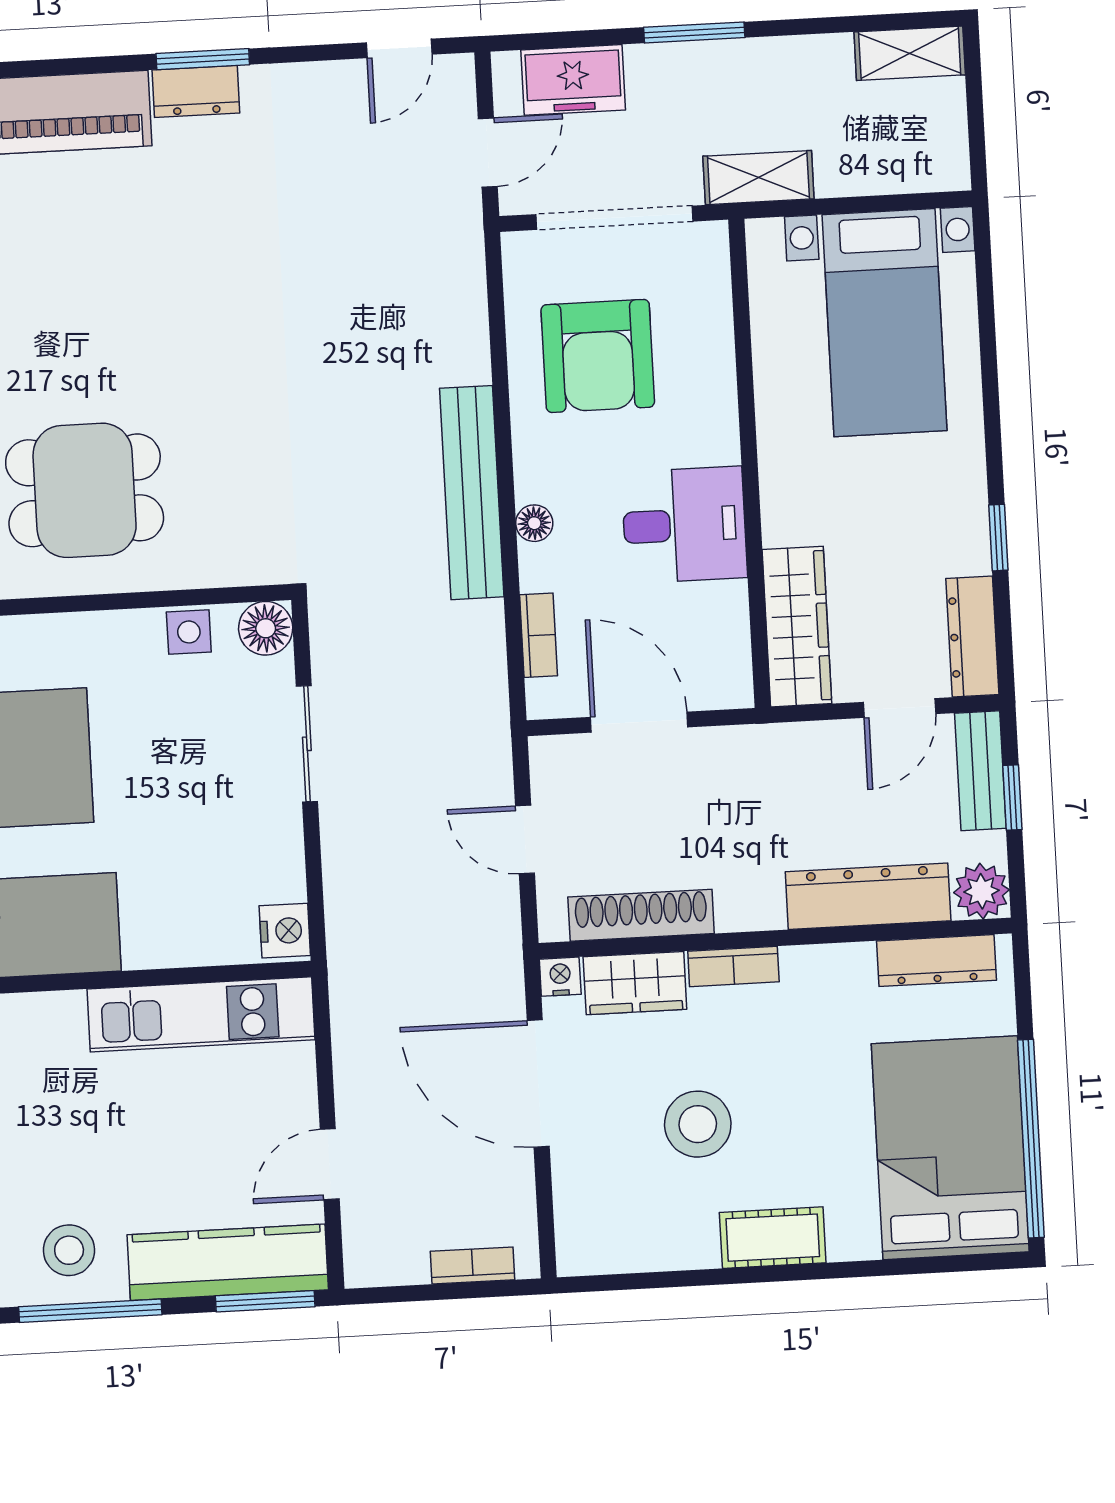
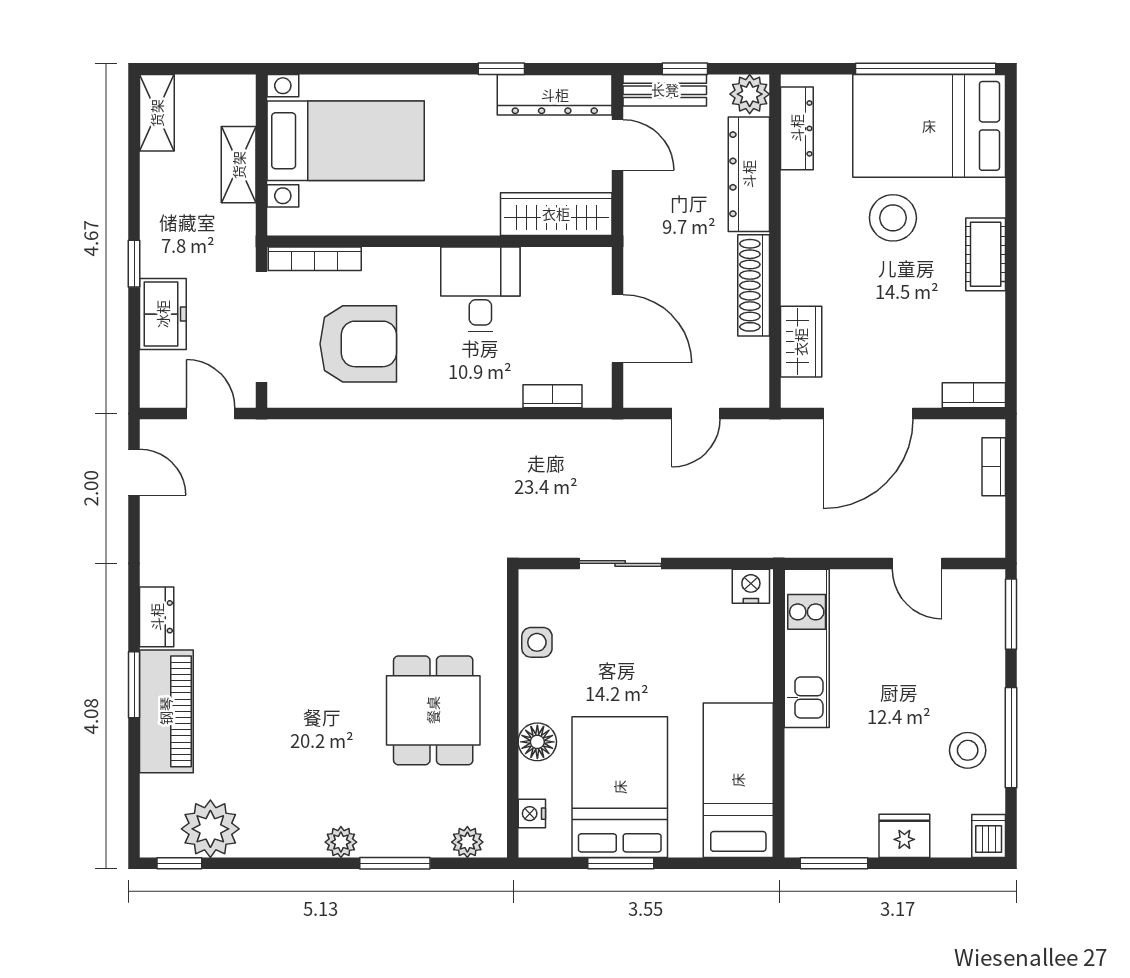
window: (694, 32) -> (134, 264), width x0.67
window: (203, 59) -> (134, 685), moved
freezer: (573, 80) -> (163, 314), moved
shelving: (758, 178) -> (239, 165), moved
bookcase: (715, 288) -> (315, 259), added
bench: (472, 493) -> (450, 438), removed
floor lamp: (534, 523) -> (474, 395), removed
floor lamp: (266, 628) -> (537, 742), moved
dresser: (972, 637) -> (555, 95), width x1.37, depth x1.24
door: (639, 722) -> (618, 329), swing flipped
shoe rack: (641, 915) -> (754, 285), moved
bookcase: (733, 966) -> (974, 395), moved, turned -90
nightstand: (560, 977) -> (794, 394), removed
stool: (698, 1124) -> (893, 218), moved
kitchen counter: (228, 1262) -> (982, 639), removed

